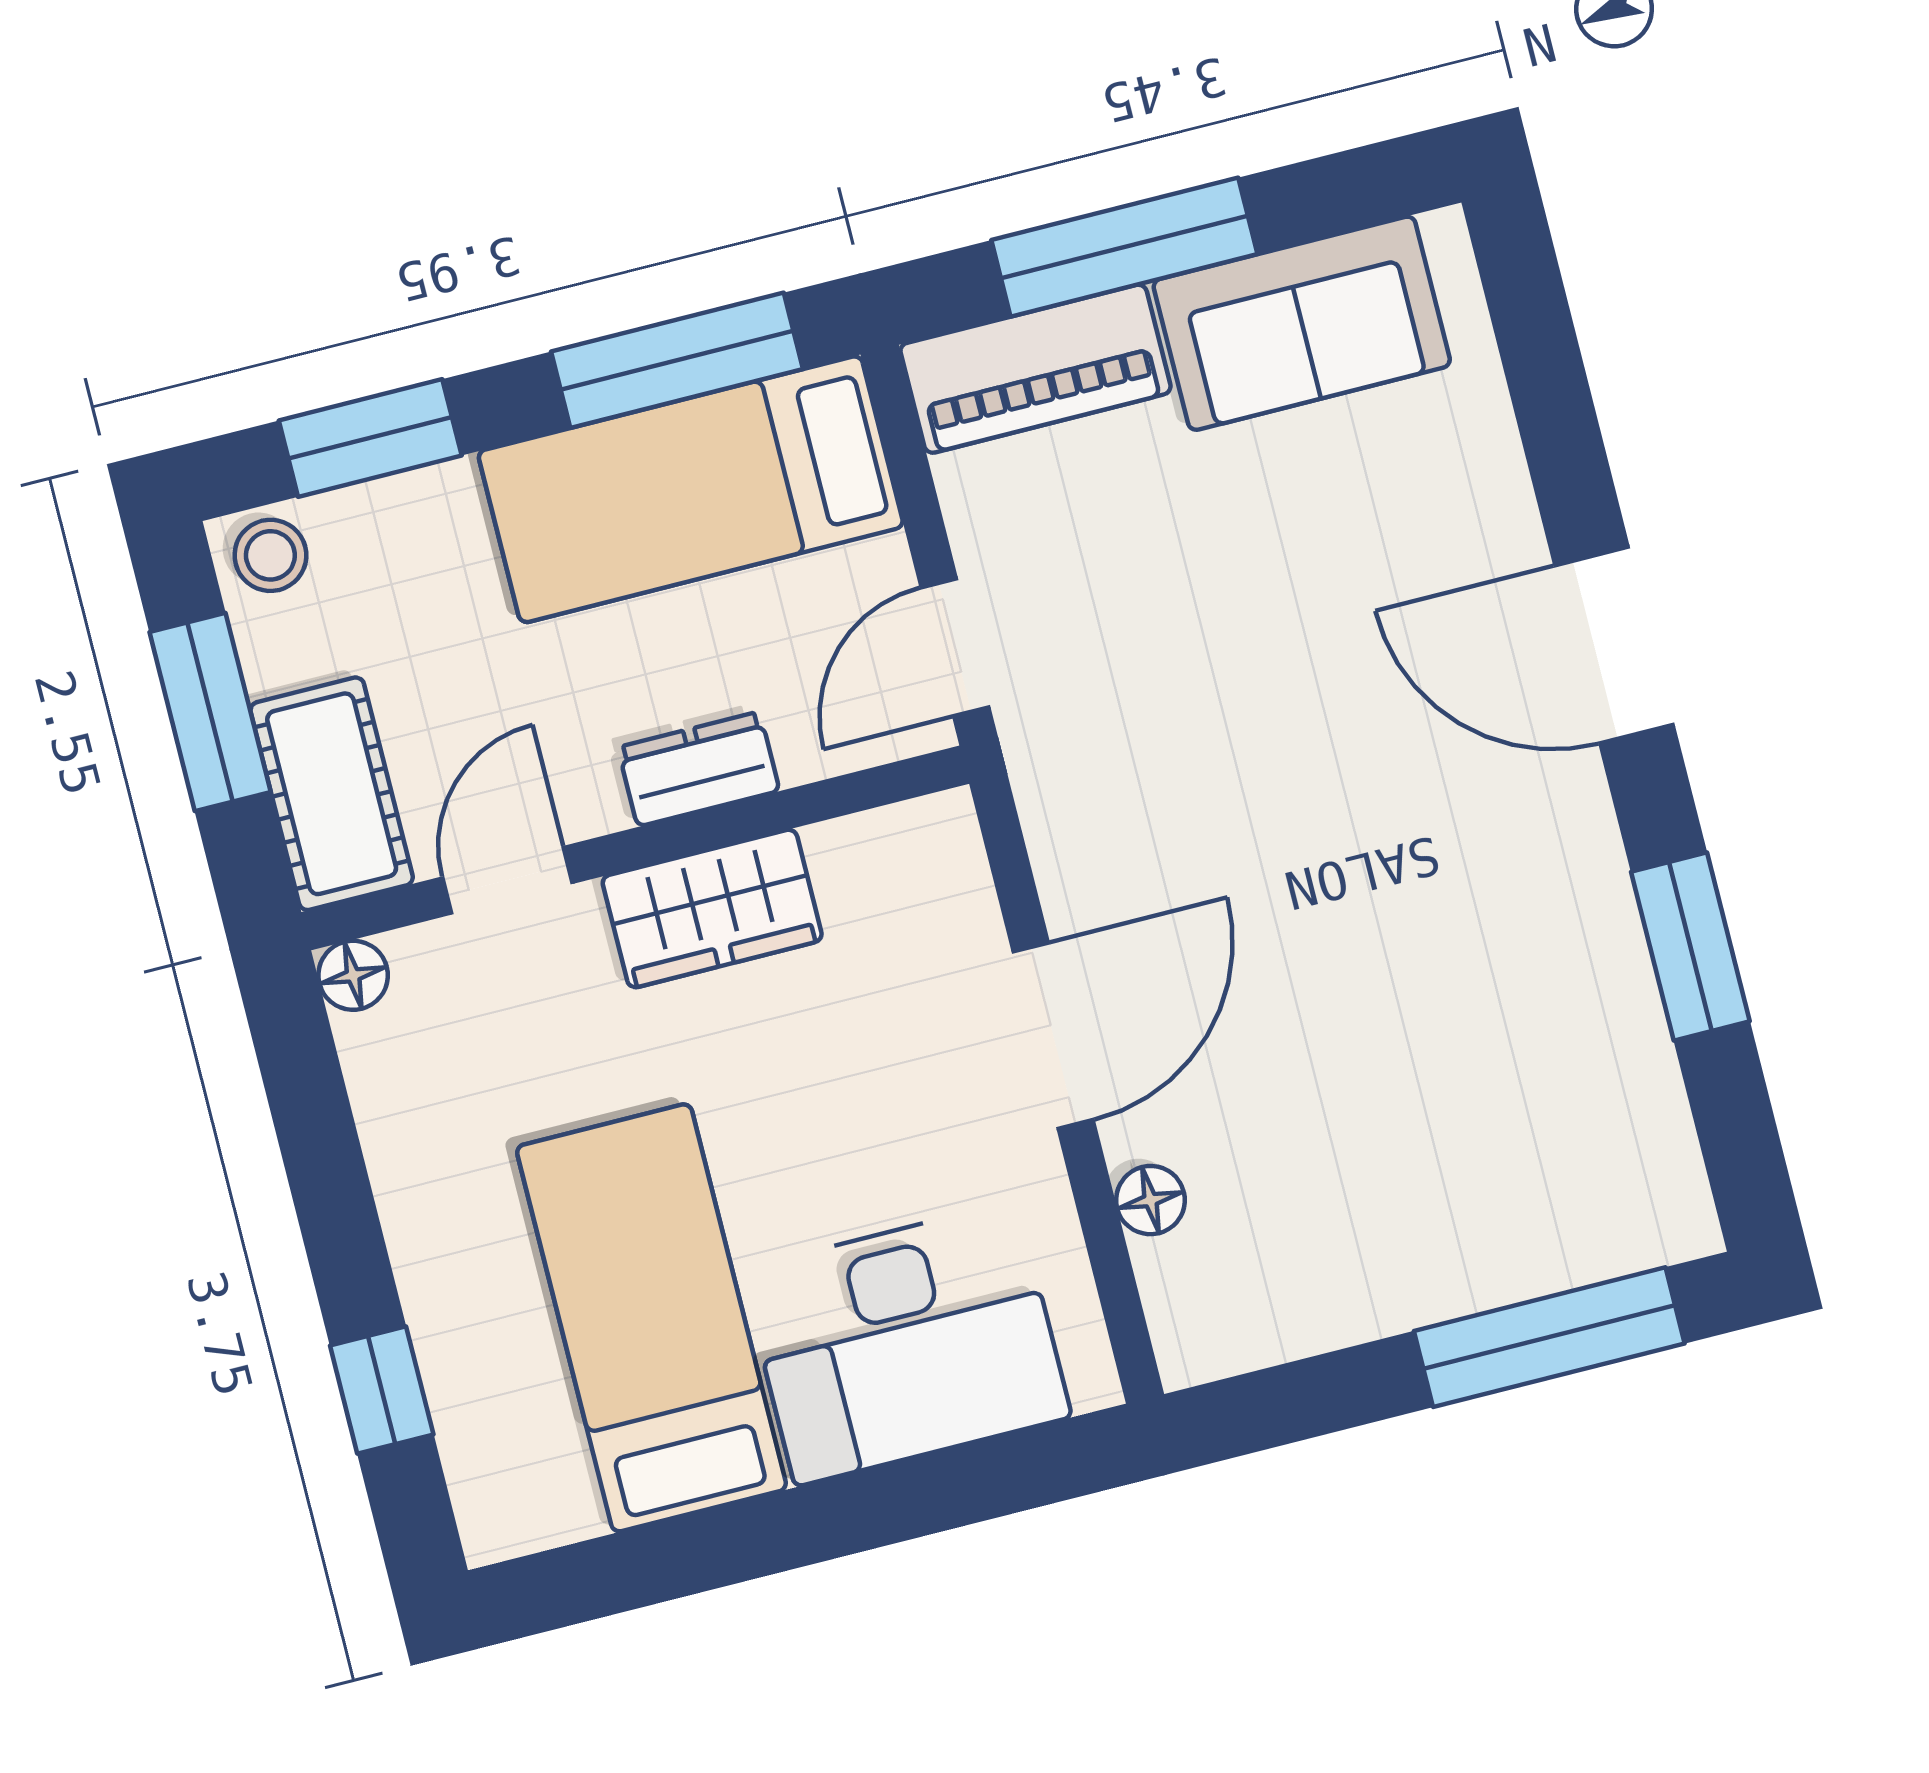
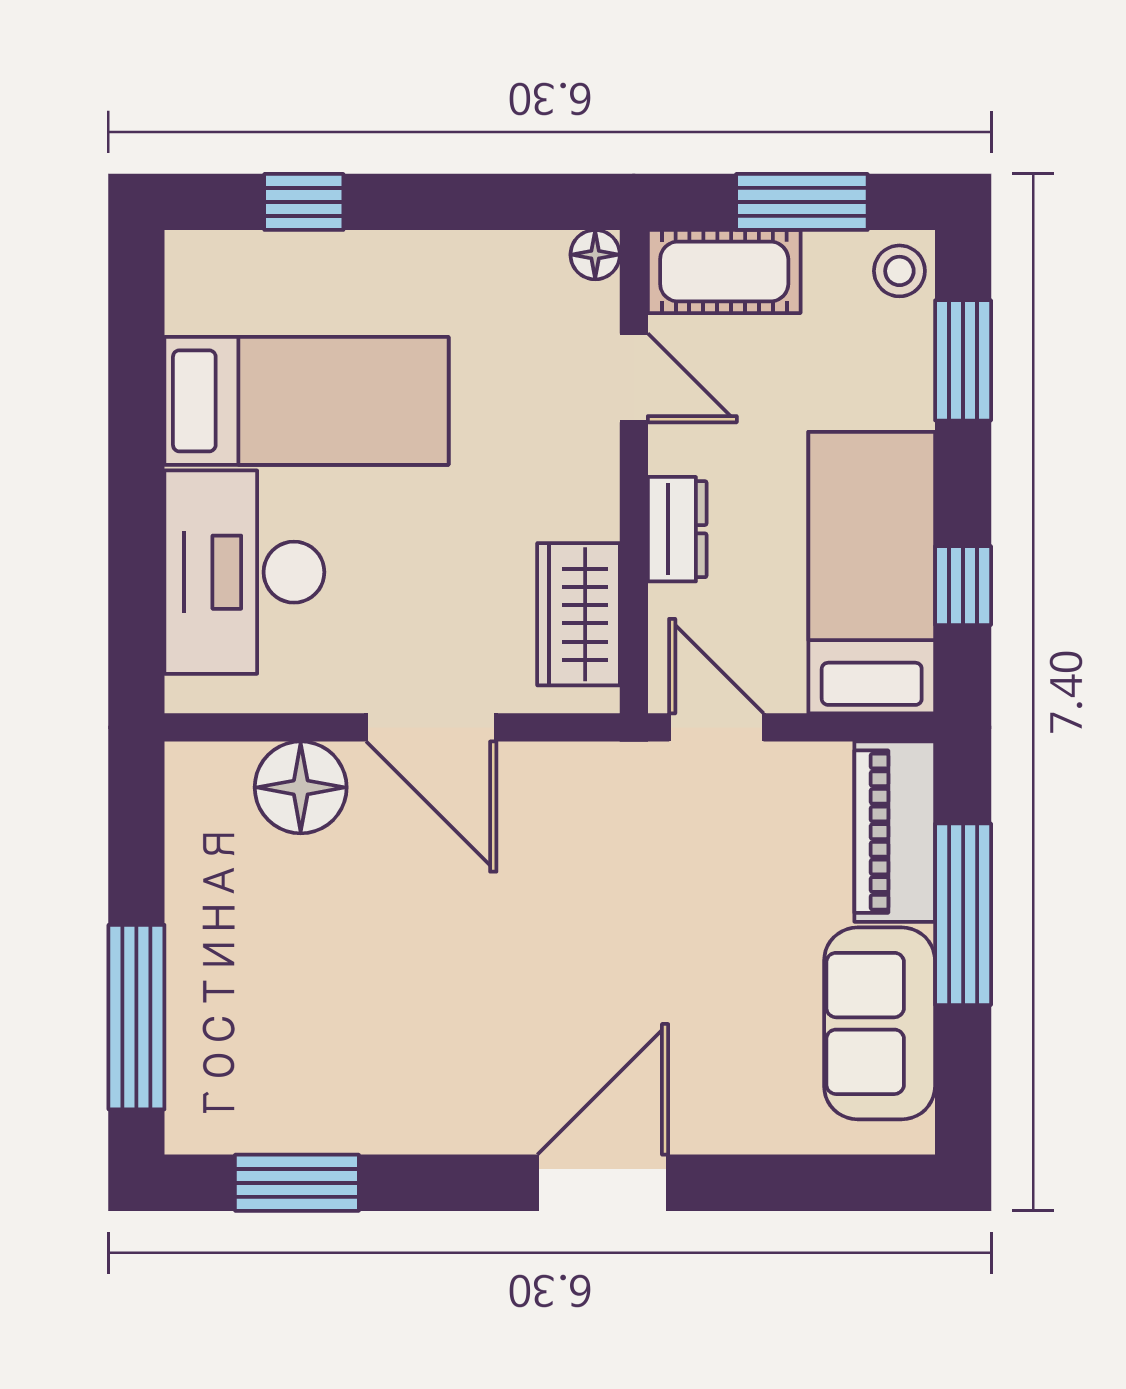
window: (677, 360) -> (963, 586), width x0.46
wardrobe: (712, 909) -> (579, 614), moved
window: (1690, 947) -> (297, 1183), moved
floor lamp: (1150, 1200) -> (301, 787), width x1.89, depth x1.89

